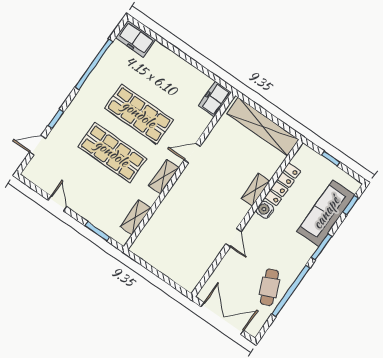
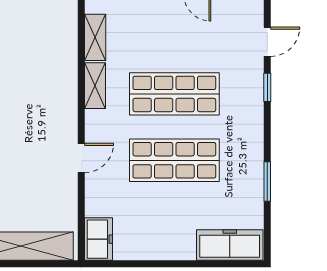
freezer: (136, 39) -> (230, 245), width x1.40
window: (94, 64) -> (267, 181), width x0.47
shelving: (164, 177) -> (95, 86), moved

